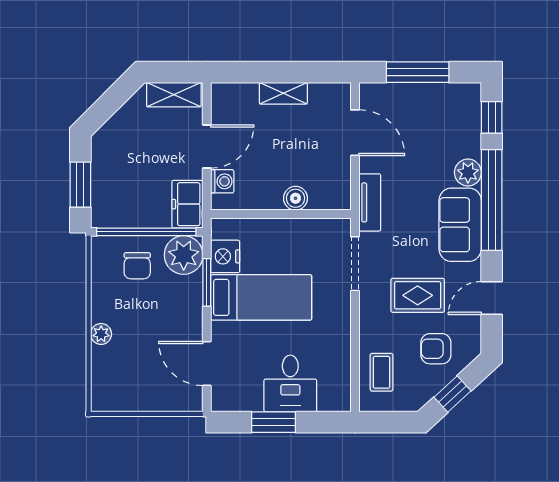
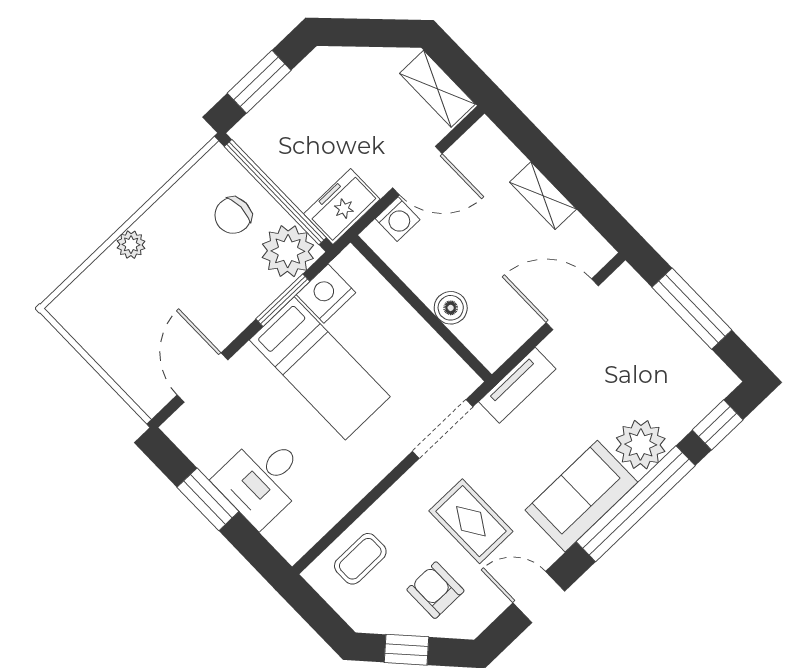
door: (355, 133) -> (572, 304), swing flipped
plant: (468, 173) -> (641, 445), width x1.36, depth x1.36

